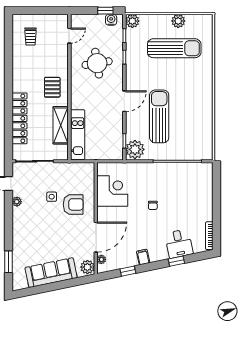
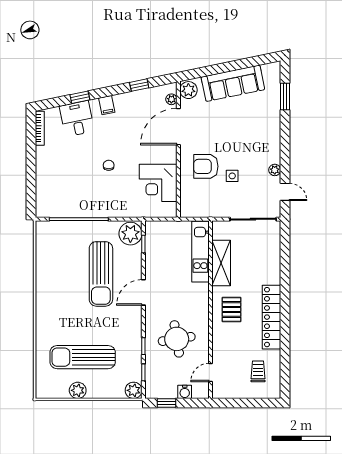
water cooler: (111, 20) -> (185, 392), moved
locker: (19, 118) -> (271, 317), moved
filing cabinet: (143, 257) -> (107, 105), moved

